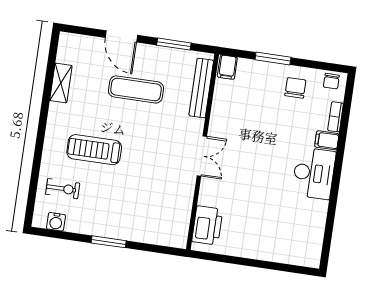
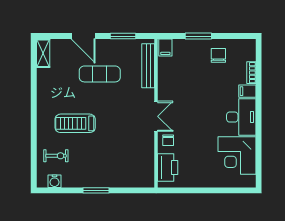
chair: (331, 81) -> (168, 140), moved
shelving: (61, 83) -> (43, 53), moved
corner desk: (301, 223) -> (237, 155), added

